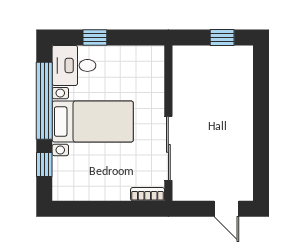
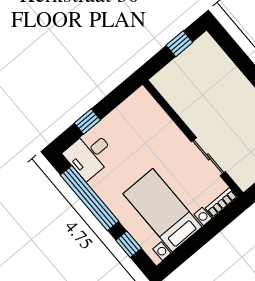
bed with nightstands: (93, 122) -> (163, 210), moved, turned -90
sliding door: (168, 148) -> (208, 157), width x0.73

